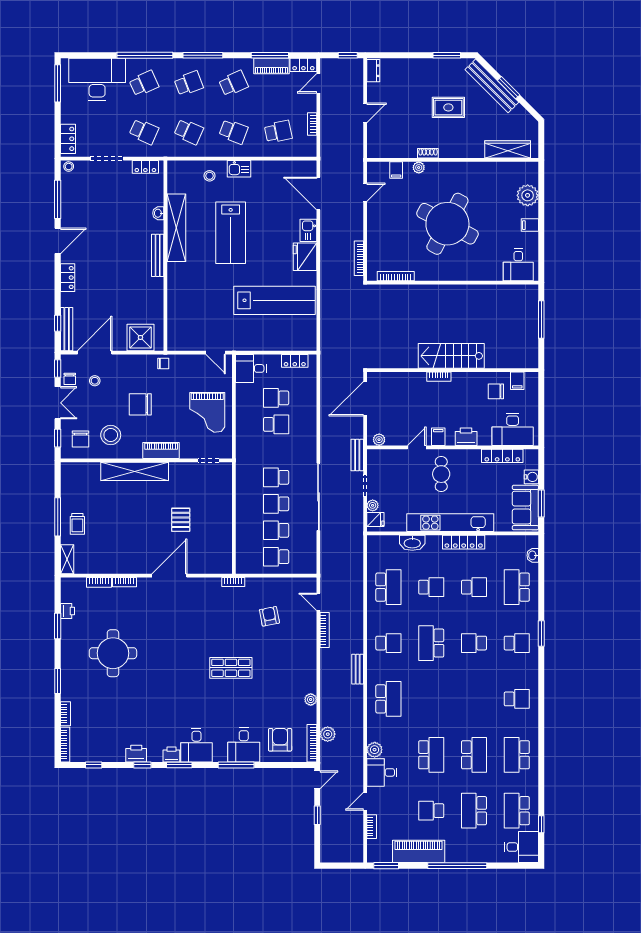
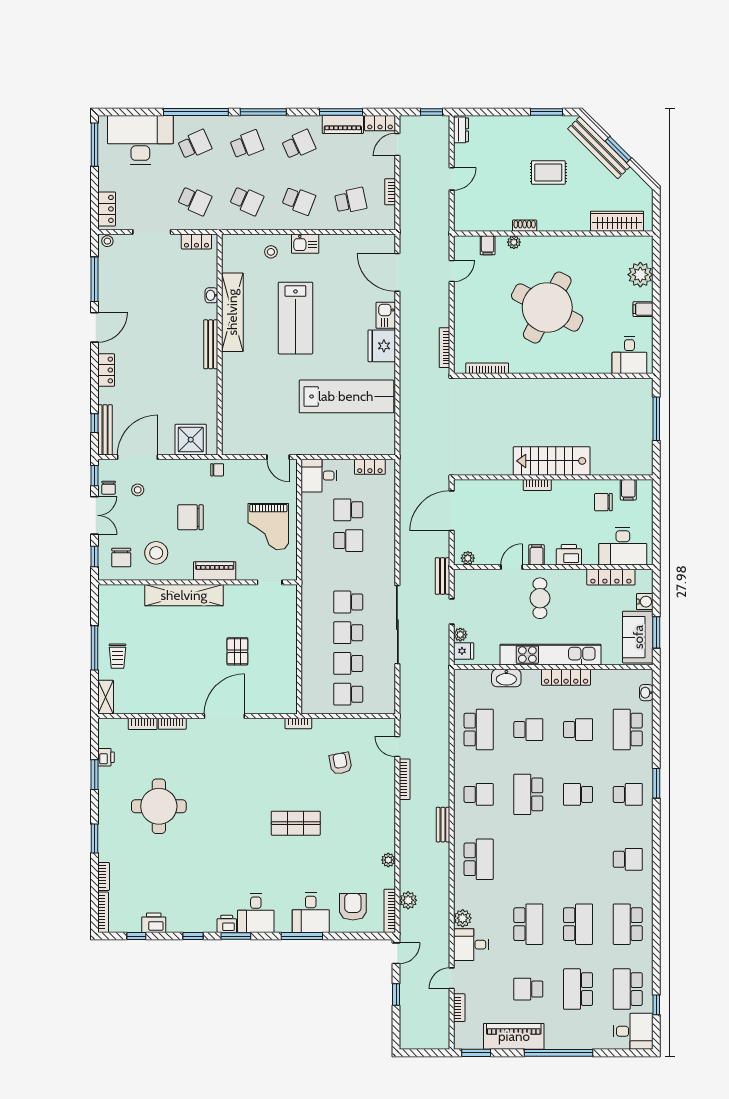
printer: (136, 754) -> (154, 923), moved

